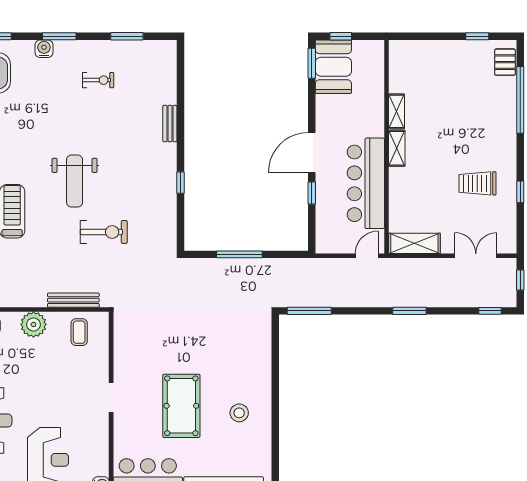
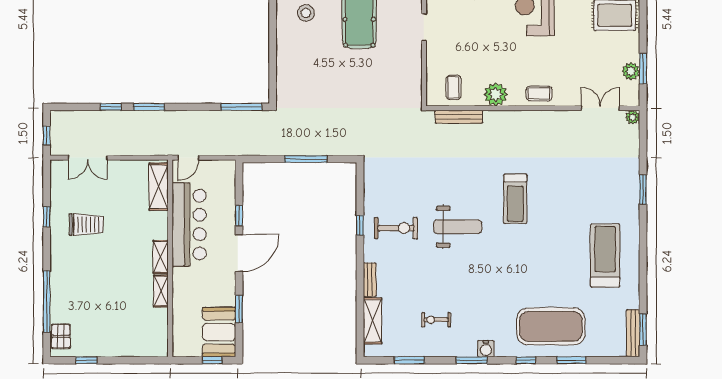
window: (312, 63) -> (239, 309), moved
shelving: (167, 79) -> (373, 321), added
weight bench: (75, 181) -> (458, 227), turned 90
exercise bike: (104, 232) -> (396, 228), moved, turned 180
shelving: (414, 243) -> (159, 187), moved, turned 90
window: (490, 311) -> (111, 107), moved

